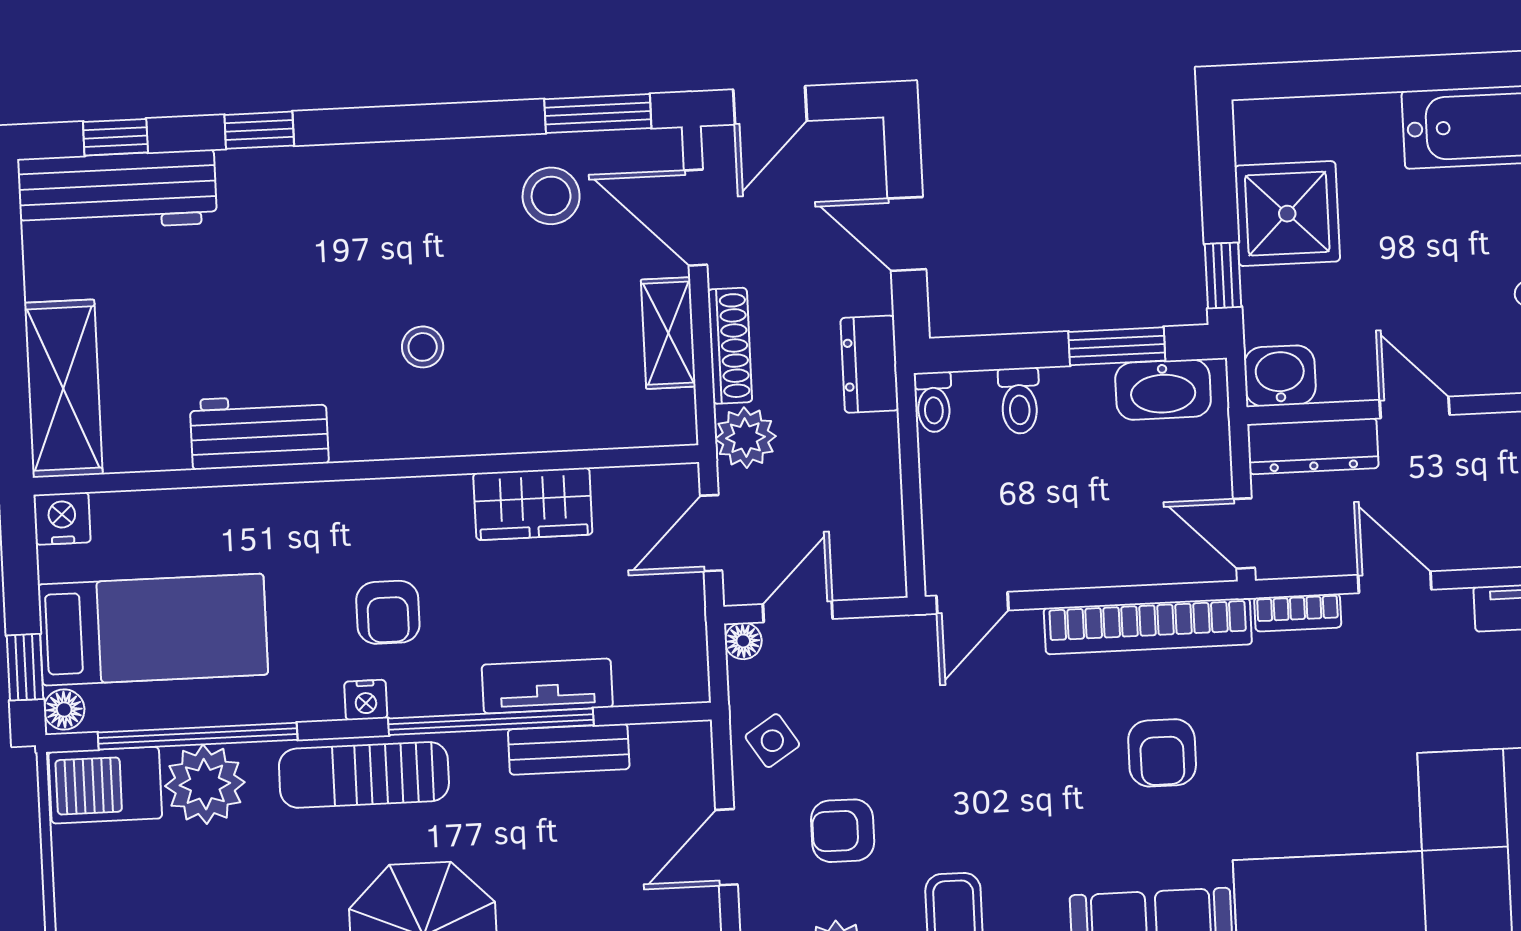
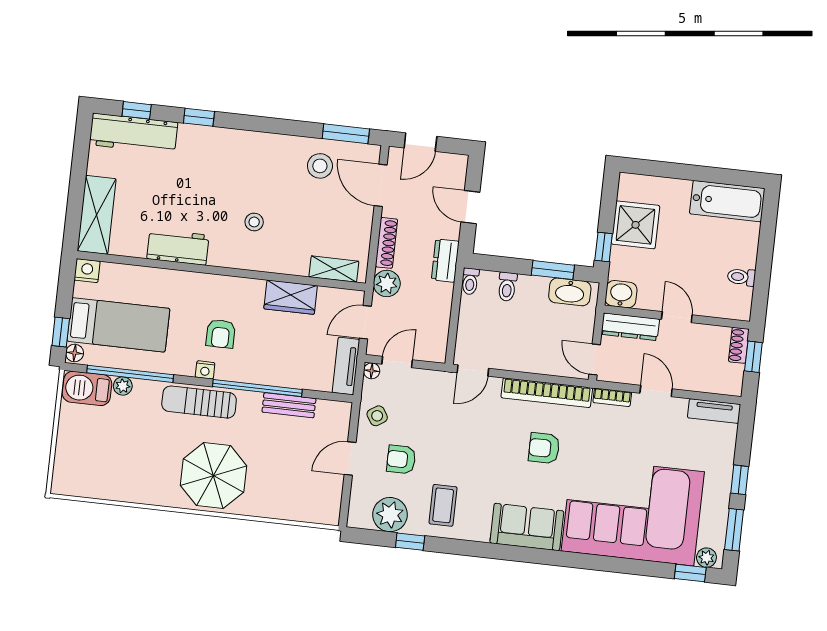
shelving: (668, 333) -> (334, 269), moved, turned 90
tv unit: (547, 686) -> (346, 366), moved, turned -90
armchair: (1162, 753) -> (544, 448), turned 90
plant: (205, 784) -> (123, 386), width x0.53, depth x0.53

